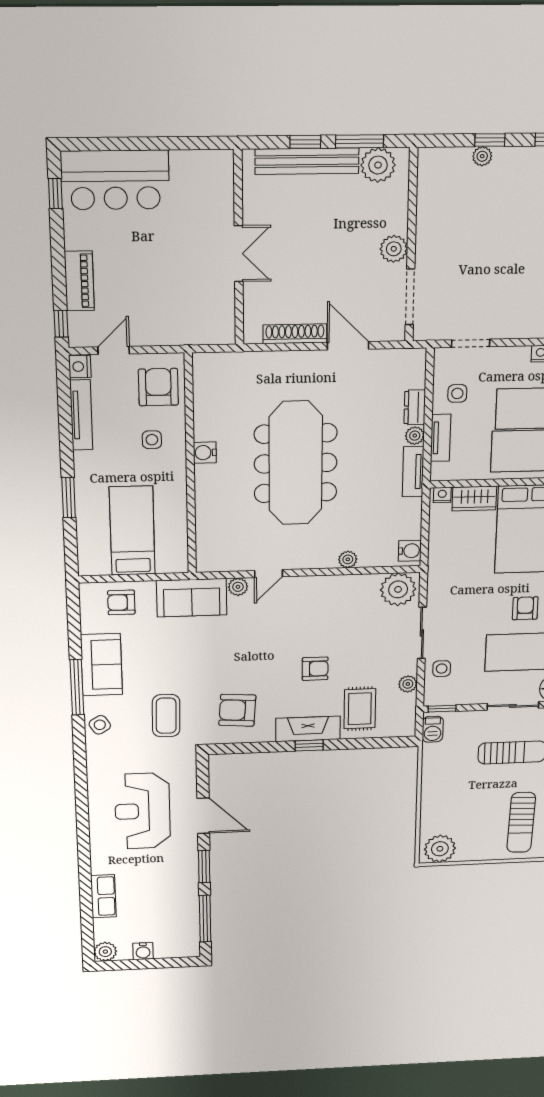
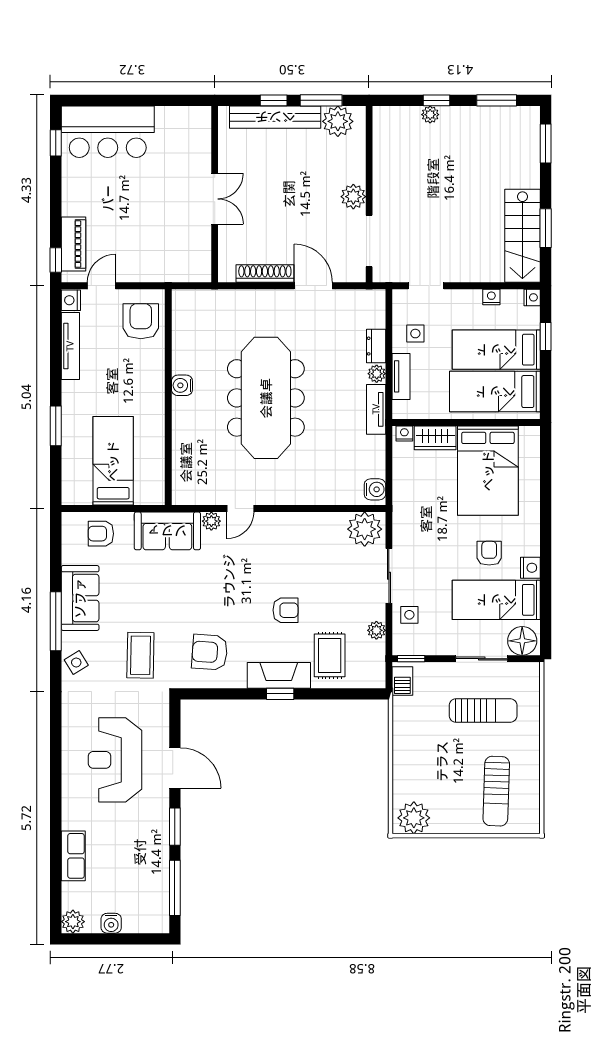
piano: (79, 281) -> (73, 244), moved
side table: (152, 440) -> (134, 371), removed
plant: (348, 559) -> (316, 496), removed

